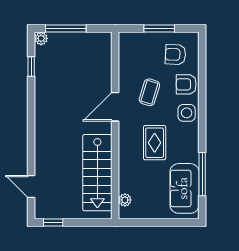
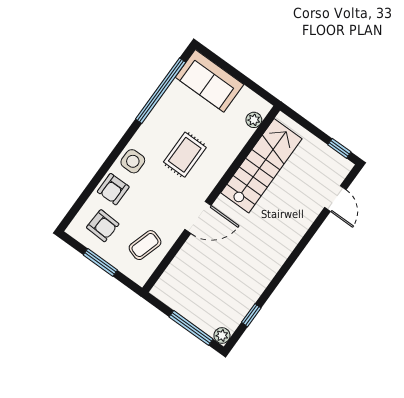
armchair: (186, 84) -> (113, 189), turned 90
coffee table: (149, 92) -> (145, 245), moved
window: (202, 174) -> (161, 91), width x1.46
sofa: (184, 188) -> (209, 81), moved, turned 90

